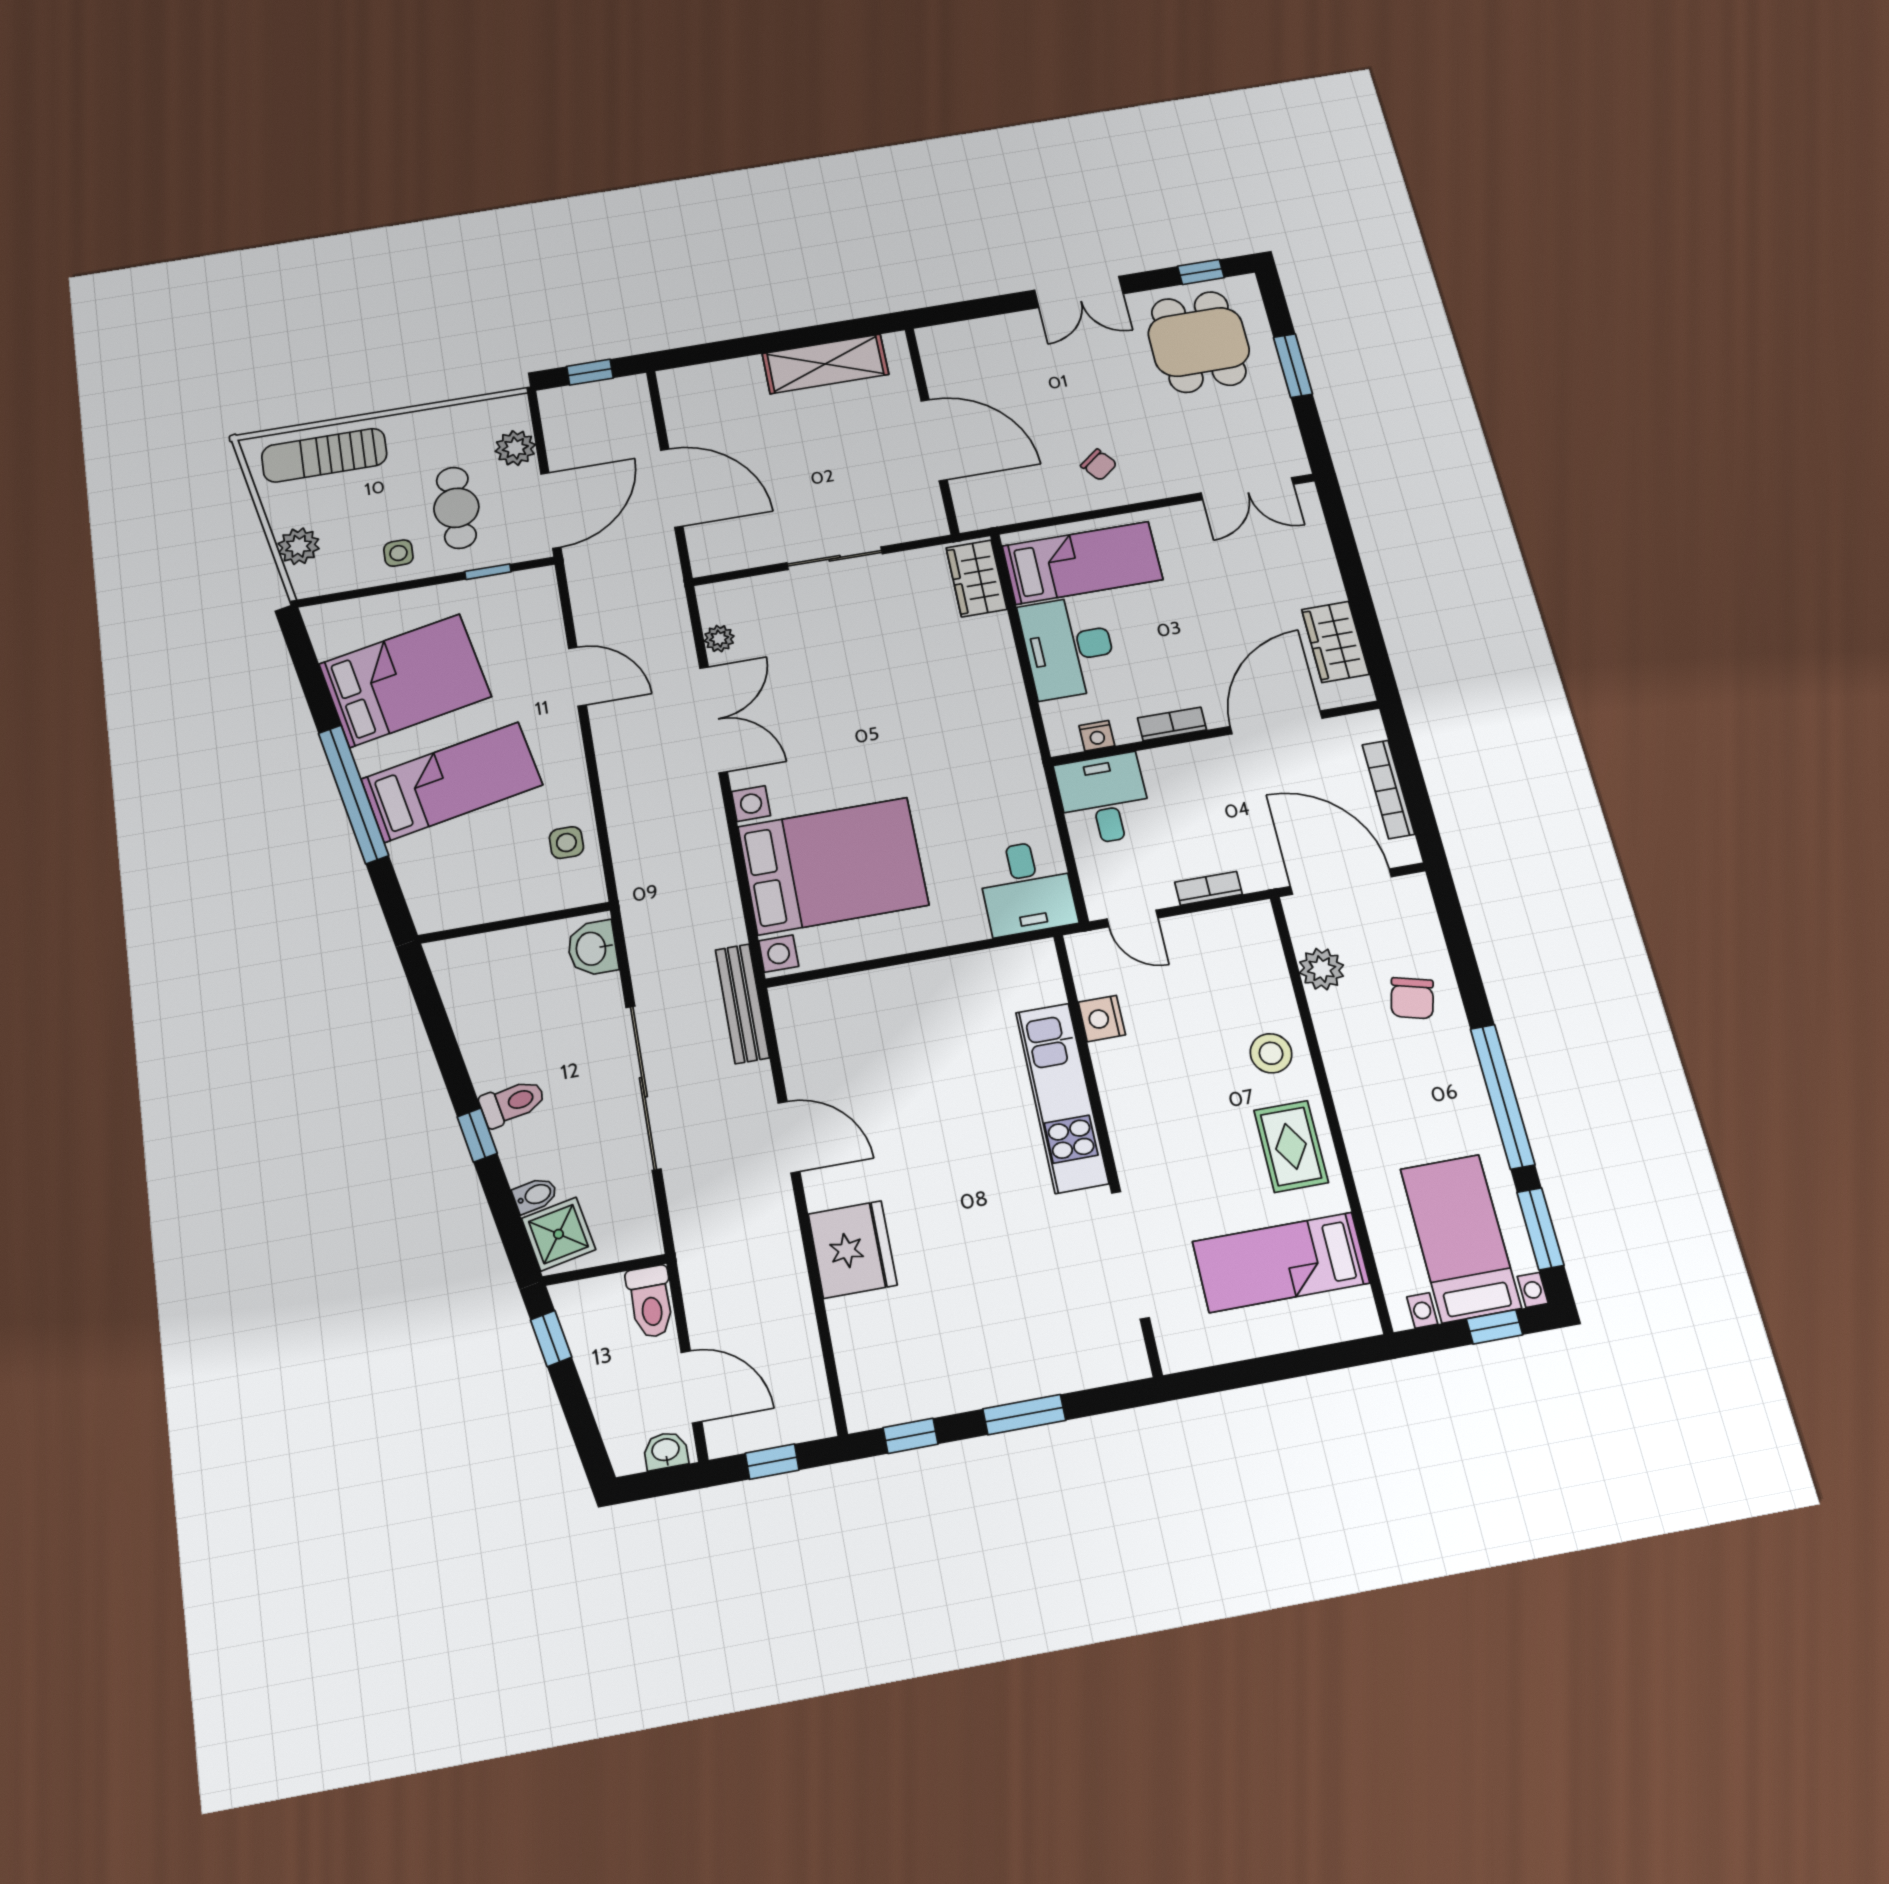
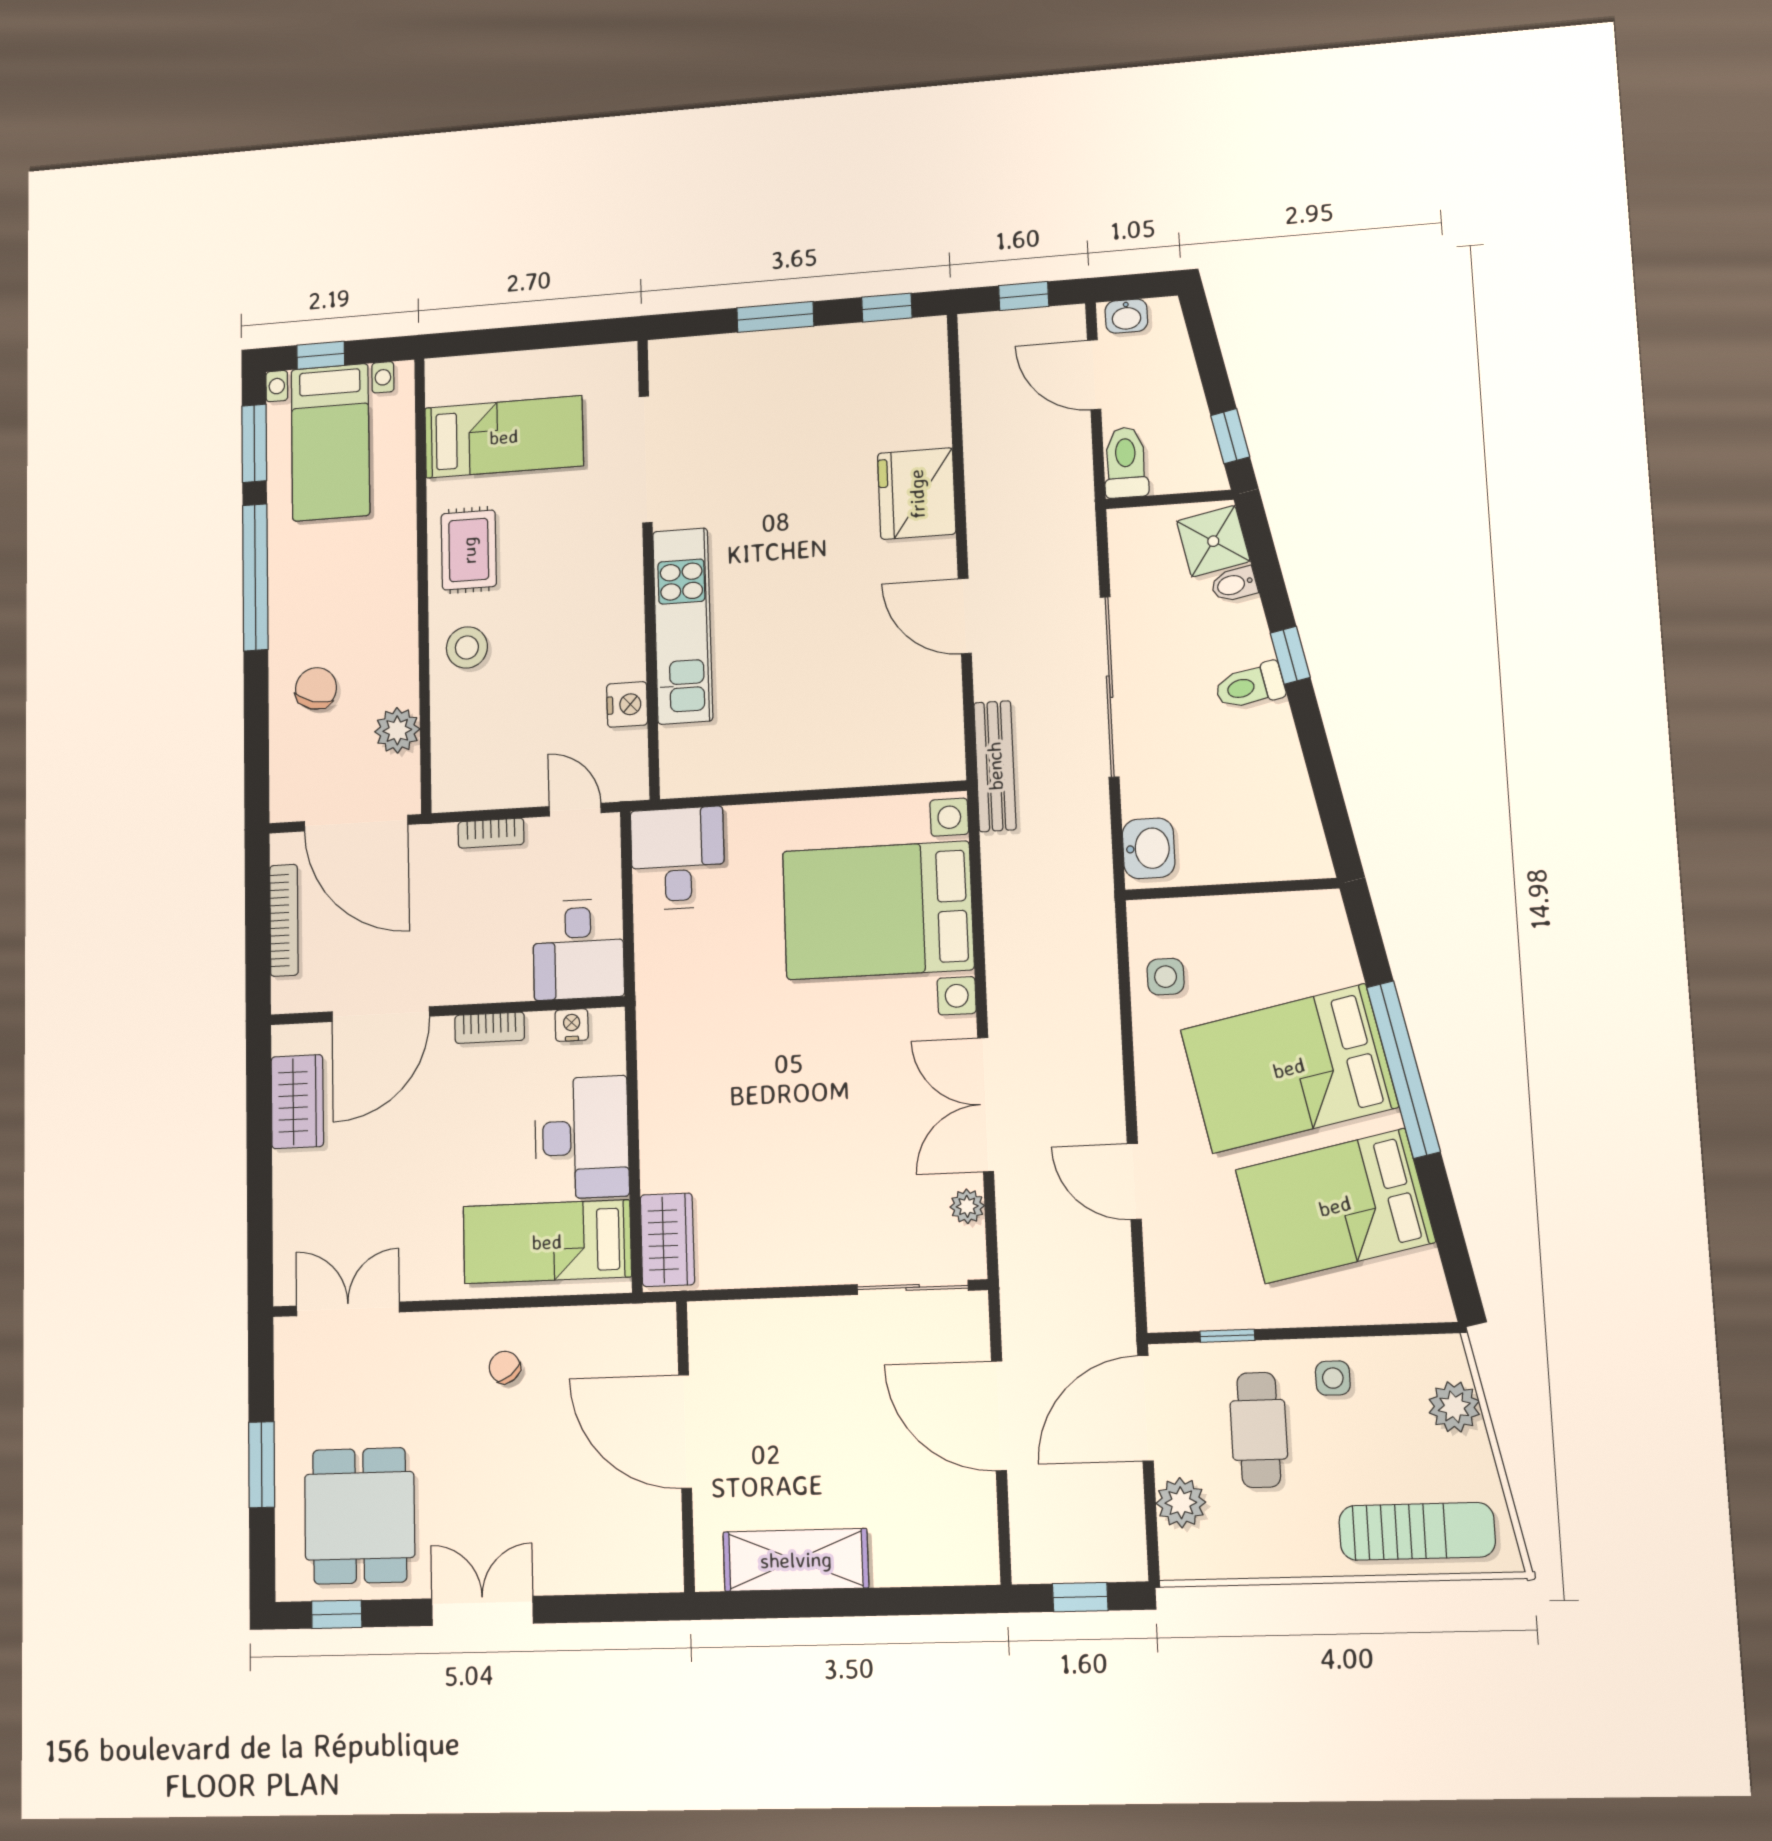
sliding door: (835, 558) -> (913, 1287), moved
bed: (452, 782) -> (1289, 1068), width x1.50

